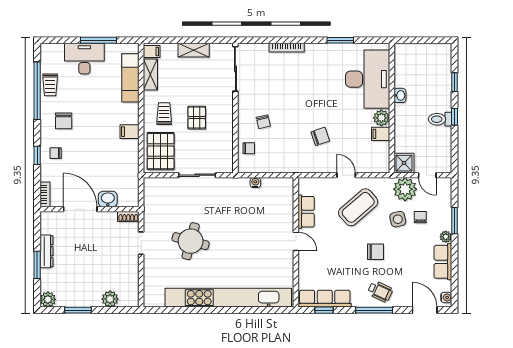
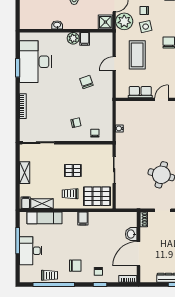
desk: (368, 79) -> (35, 62), moved, turned -90
coffee table: (358, 207) -> (137, 55), turned 41

